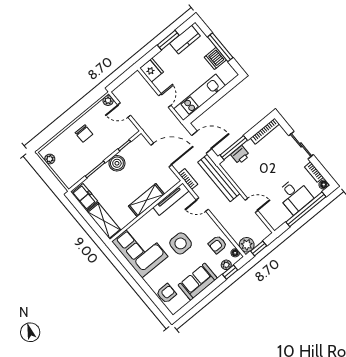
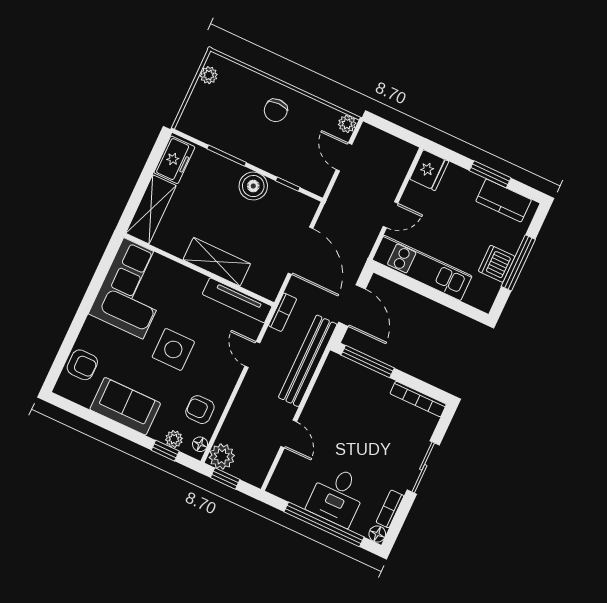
printer: (240, 155) -> (361, 378), removed

